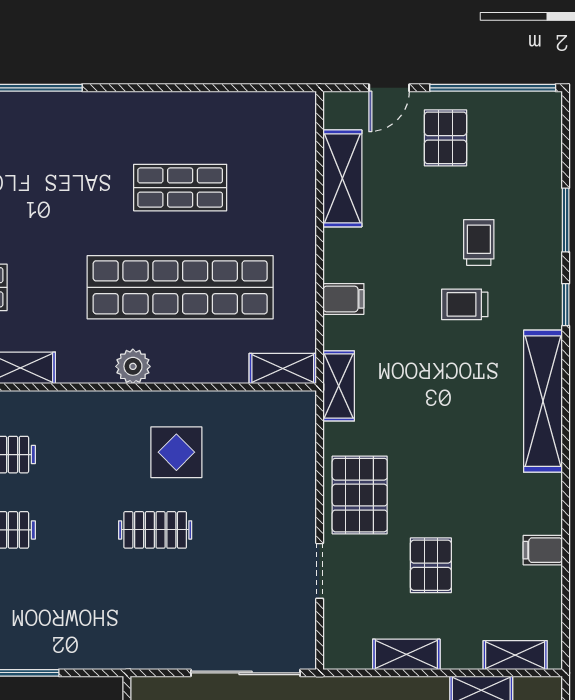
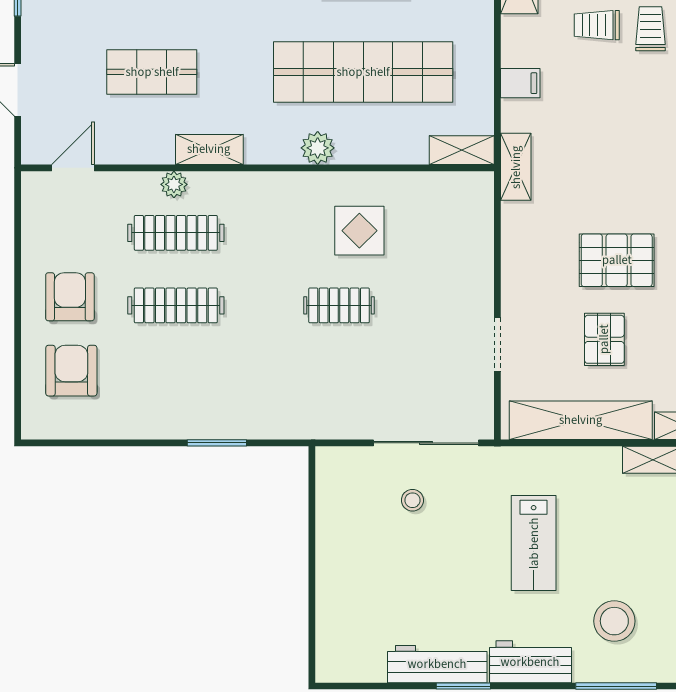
trolley: (465, 304) -> (597, 25), moved
pallet: (360, 495) -> (617, 260), moved, turned 90
shelving: (406, 654) -> (581, 420), width x2.20, depth x1.33

